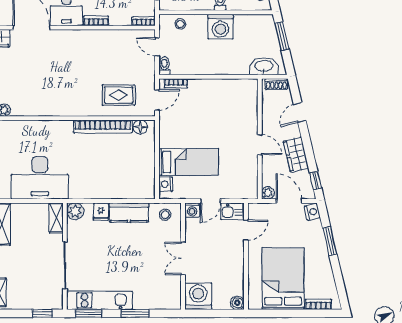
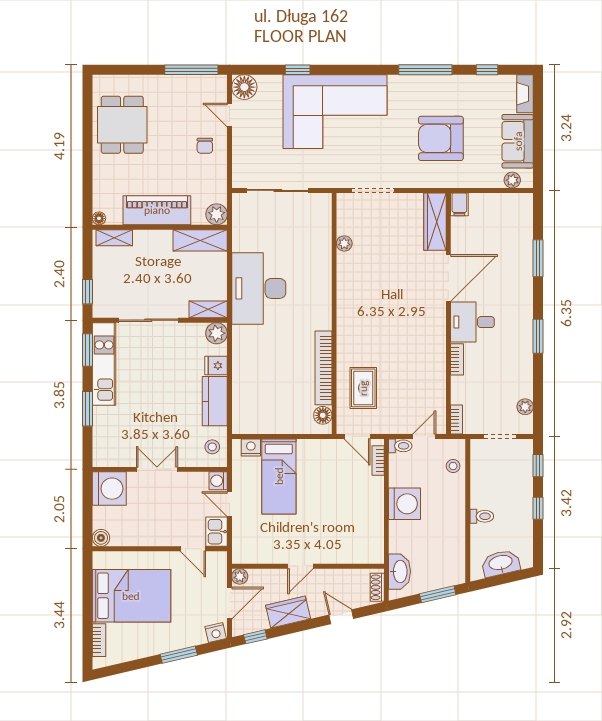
washing machine: (221, 27) -> (405, 504), moved, turned 180

